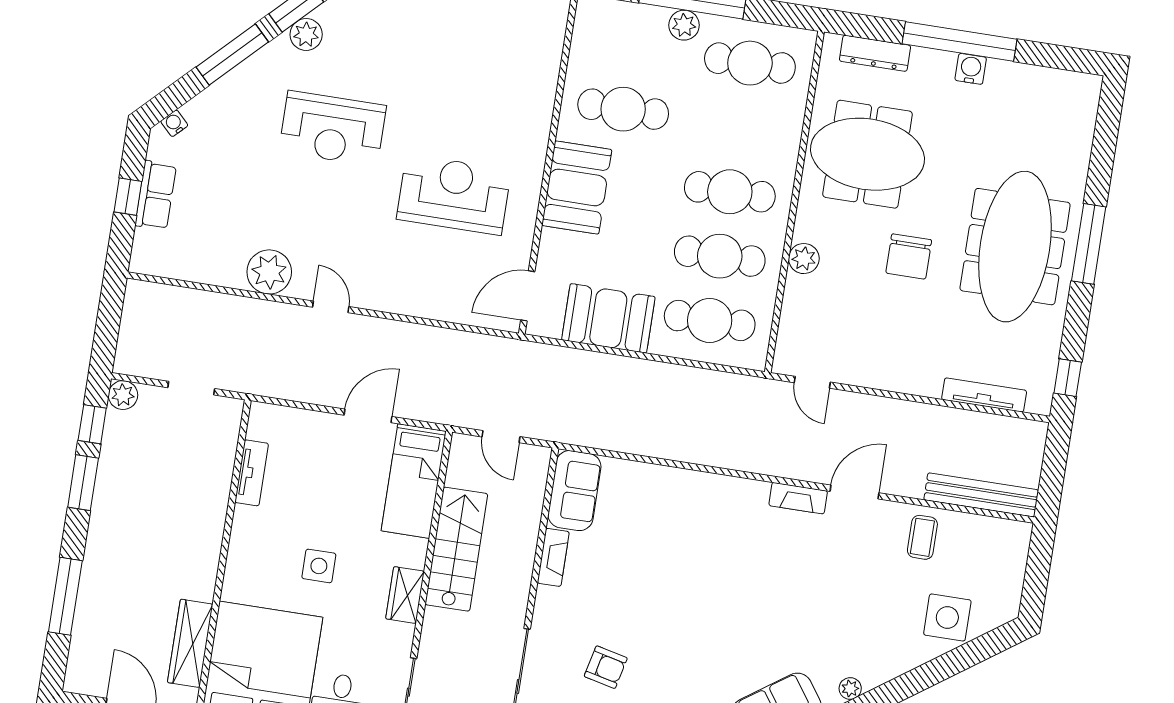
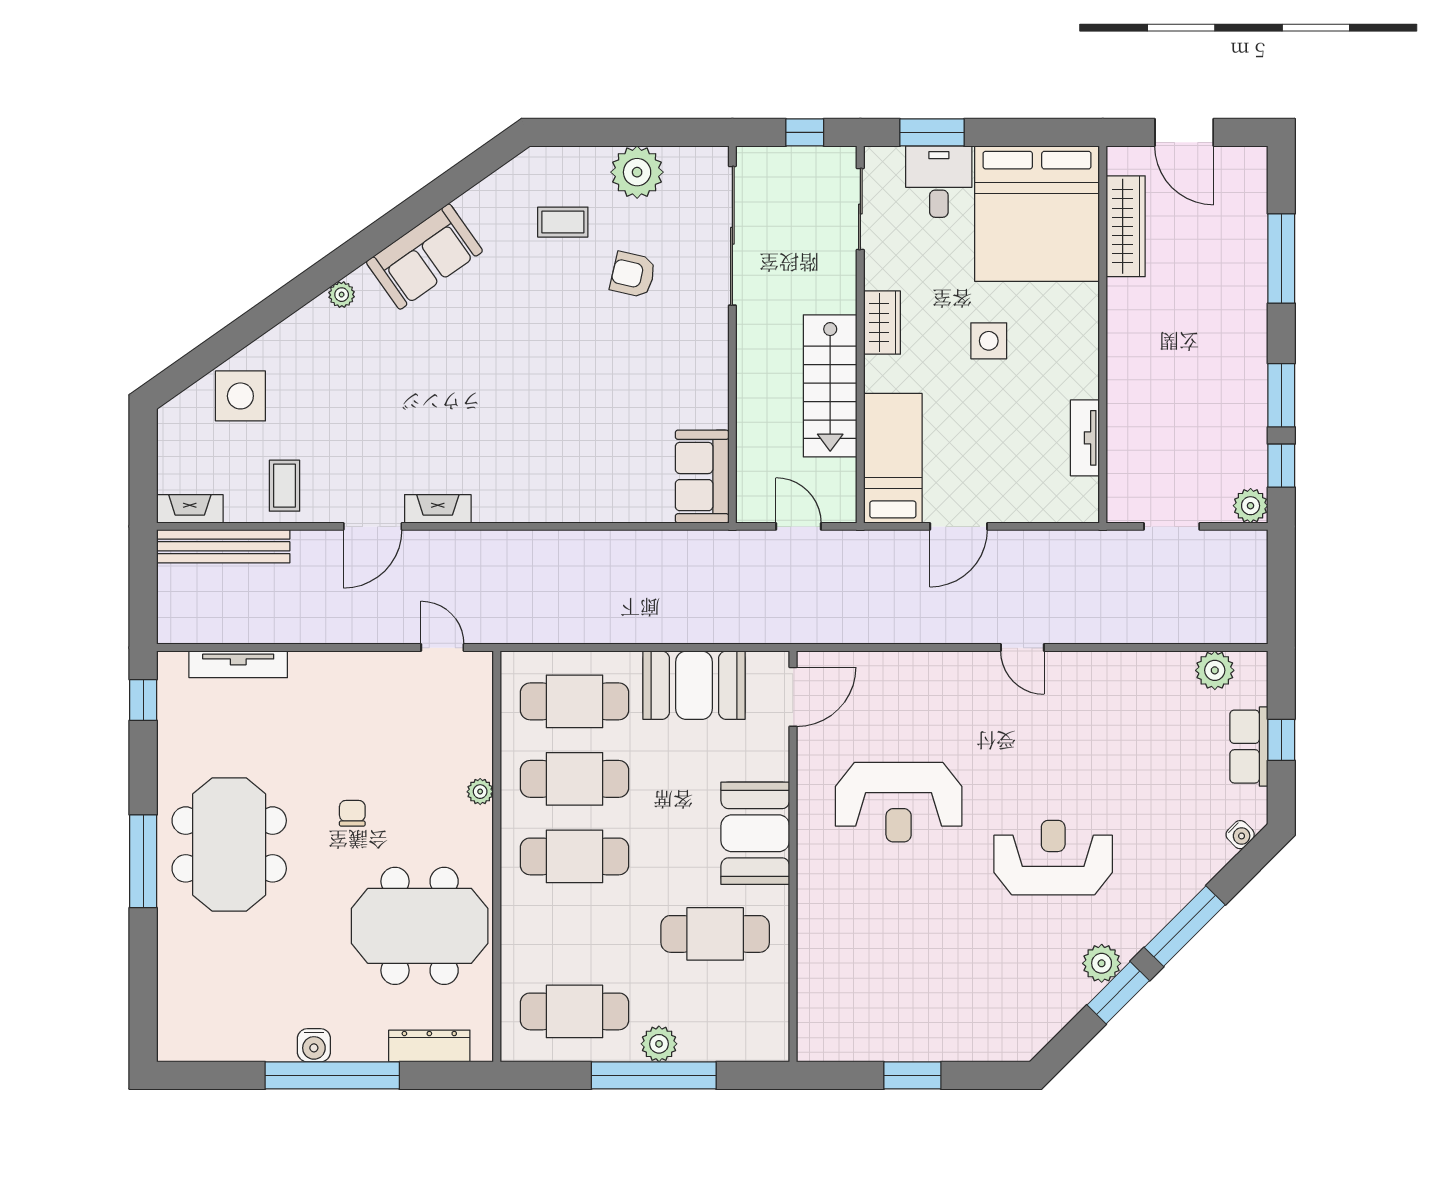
meeting table: (1015, 247) -> (229, 844), width x0.73
chair: (909, 256) -> (352, 813), width x0.54, depth x0.54
plant: (804, 259) -> (480, 792), width x0.73, depth x0.73
plant: (269, 272) -> (1215, 670), moved, width x0.73, depth x0.73
fireplace: (553, 557) -> (190, 509), moved, turned 90

